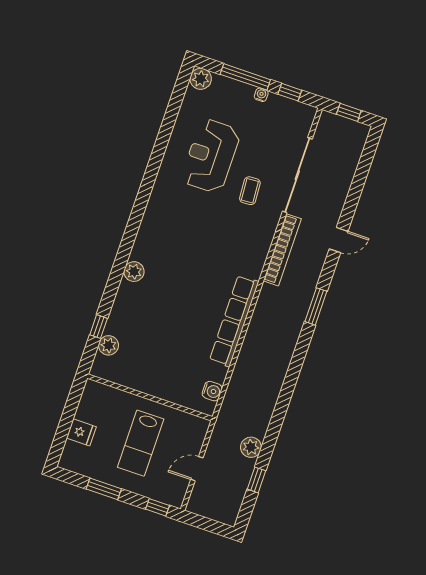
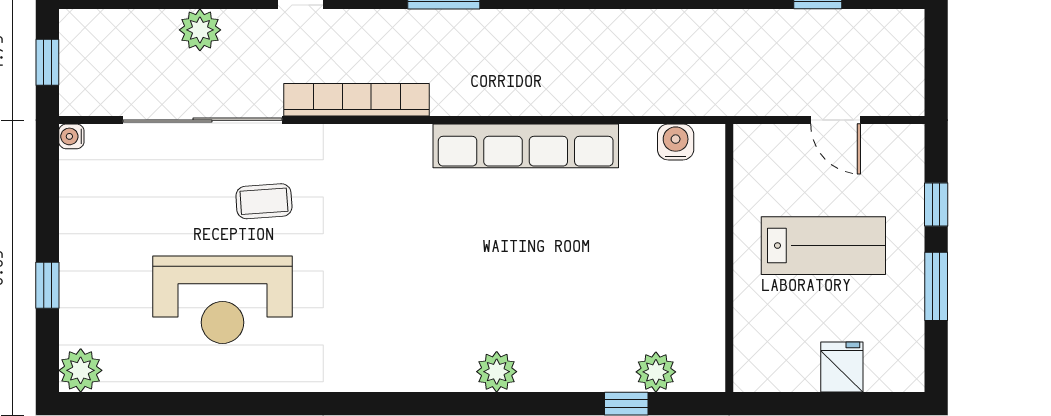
window: (245, 77) -> (47, 285), width x0.46
window: (290, 92) -> (47, 189), removed
water cooler: (261, 95) -> (71, 136), moved
plant: (251, 447) -> (200, 30), moved
window: (157, 507) -> (936, 204), moved

